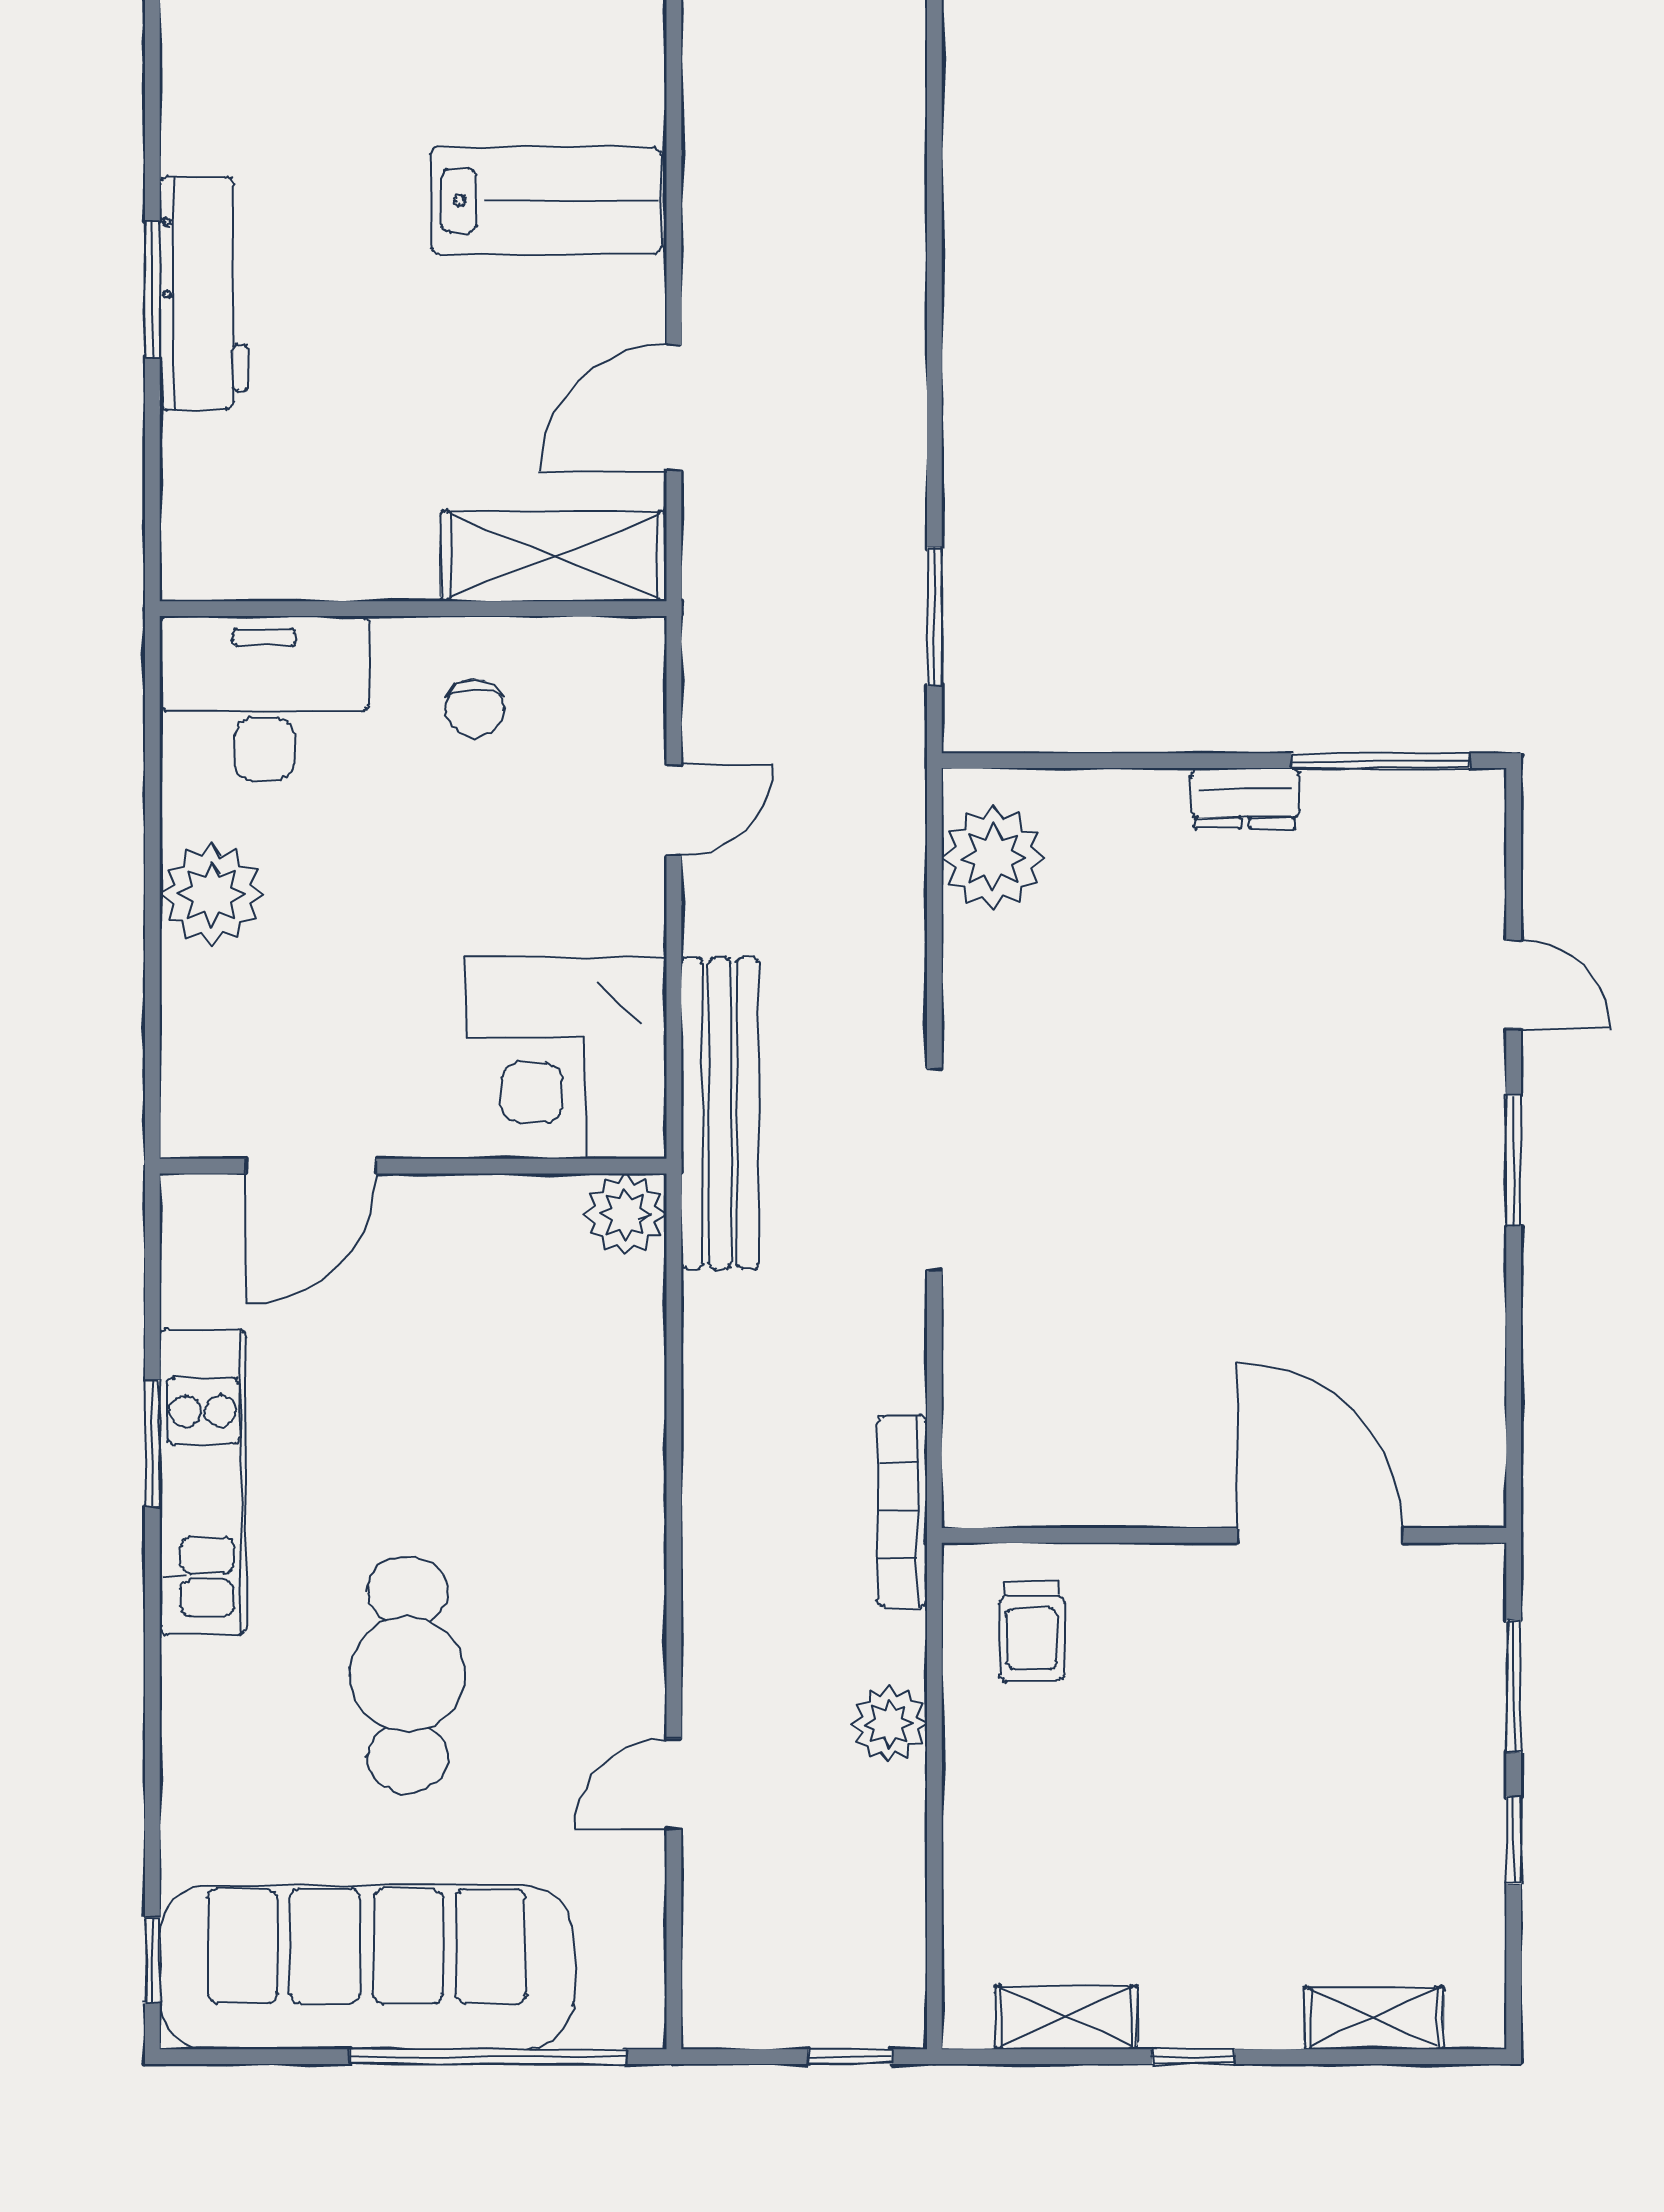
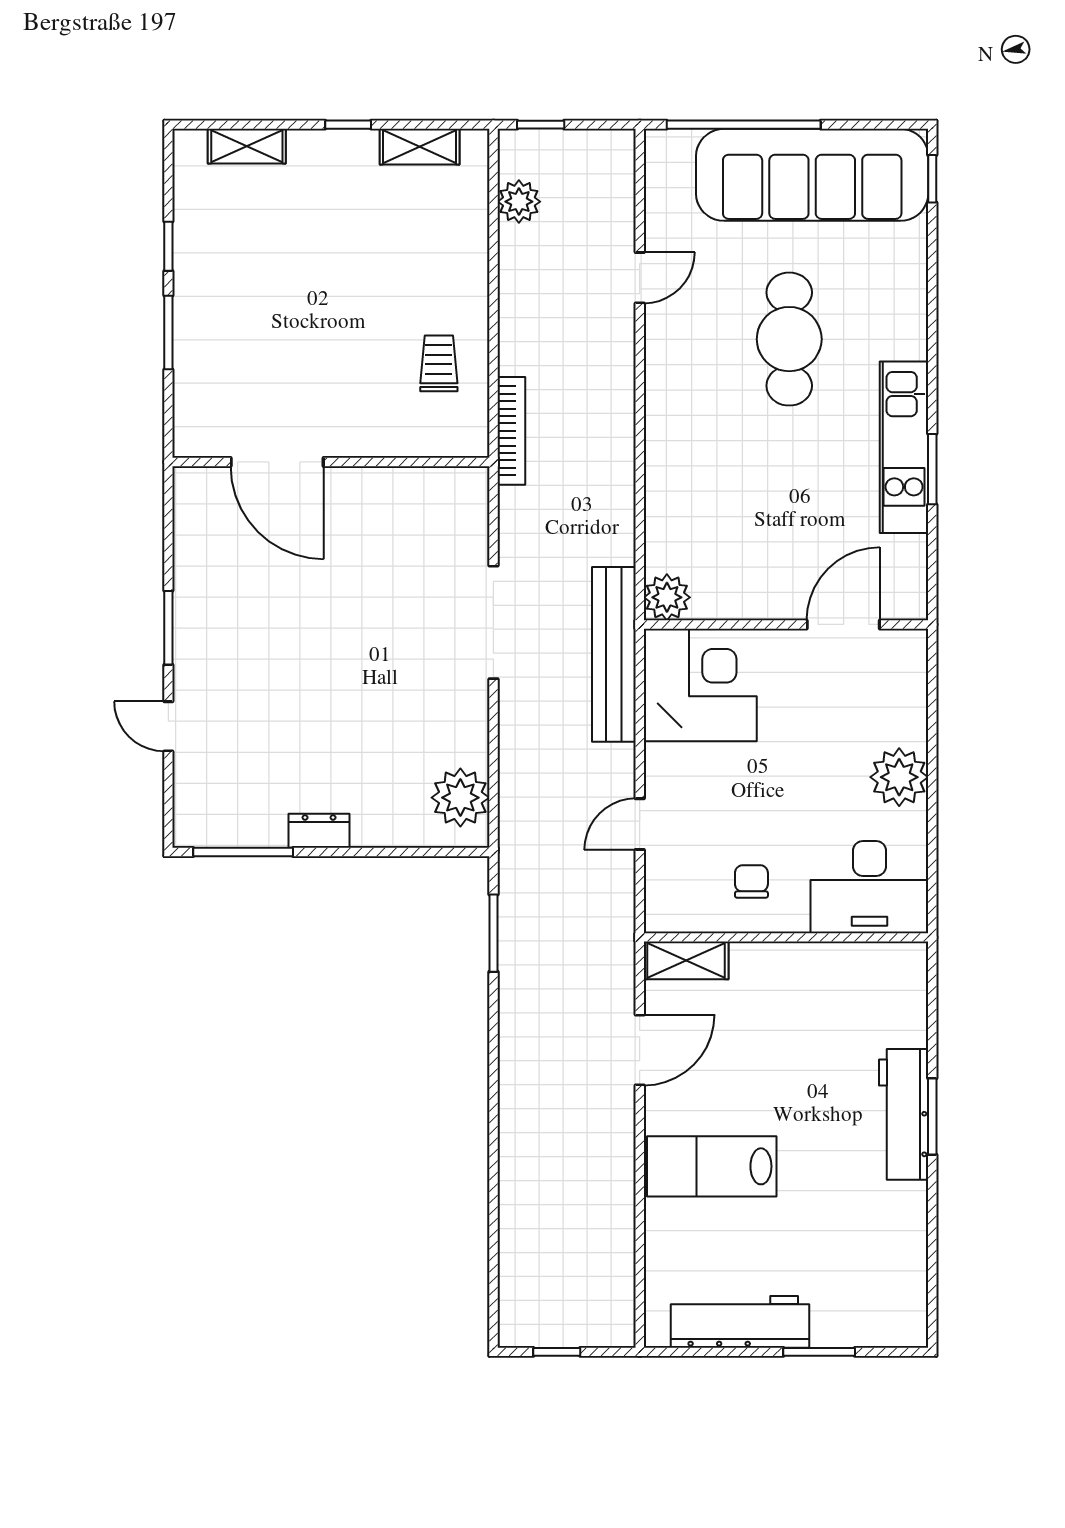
shelving: (554, 556) -> (686, 960), width x0.67, depth x0.75
wall: (1224, 1535) -> (331, 462), moved
door: (1320, 1535) -> (277, 462), moved
plant: (889, 1724) -> (519, 202), moved

